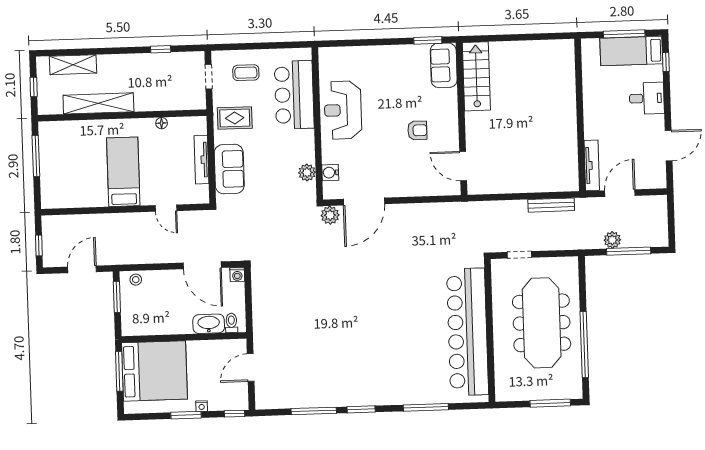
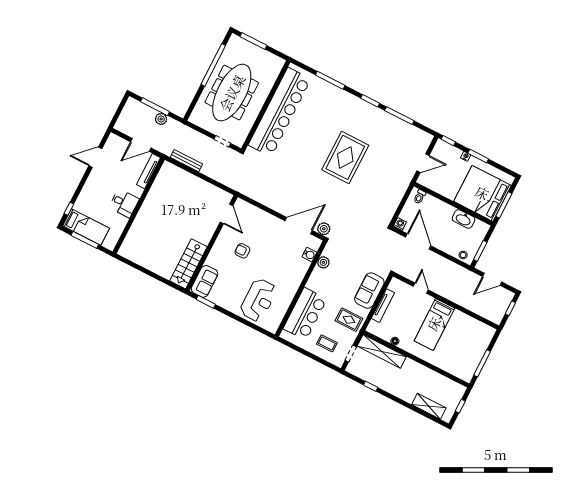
desk: (647, 98) -> (124, 203), moved, turned 180
shelving: (98, 103) -> (382, 351), moved
reception desk: (343, 110) -> (258, 300), moved
rug: (353, 320) -> (345, 157), added
washbasin: (209, 324) -> (464, 219), moved

